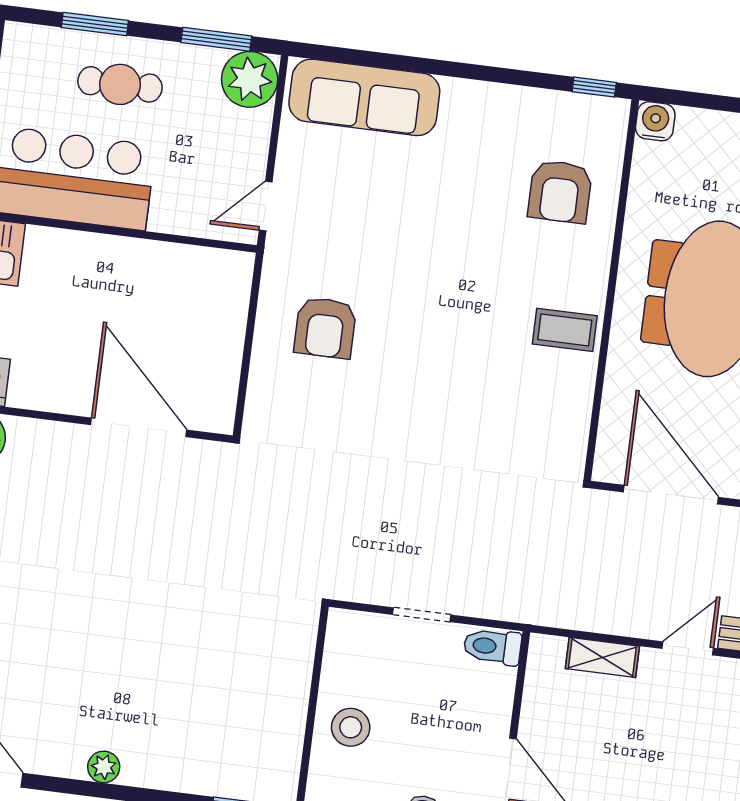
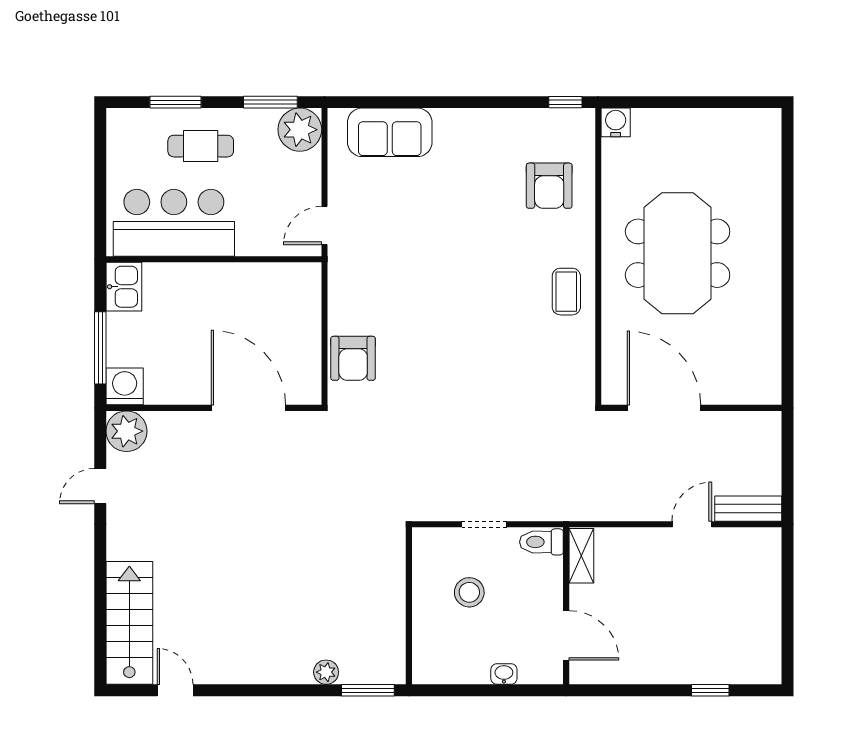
sofa: (364, 97) -> (390, 132), width x0.73
armchair: (325, 328) -> (353, 358), moved
coffee table: (565, 330) -> (566, 292), turned 90
shelving: (602, 657) -> (581, 556), moved, turned 90
stool: (351, 727) -> (469, 592), moved
plant: (104, 767) -> (326, 672), moved

